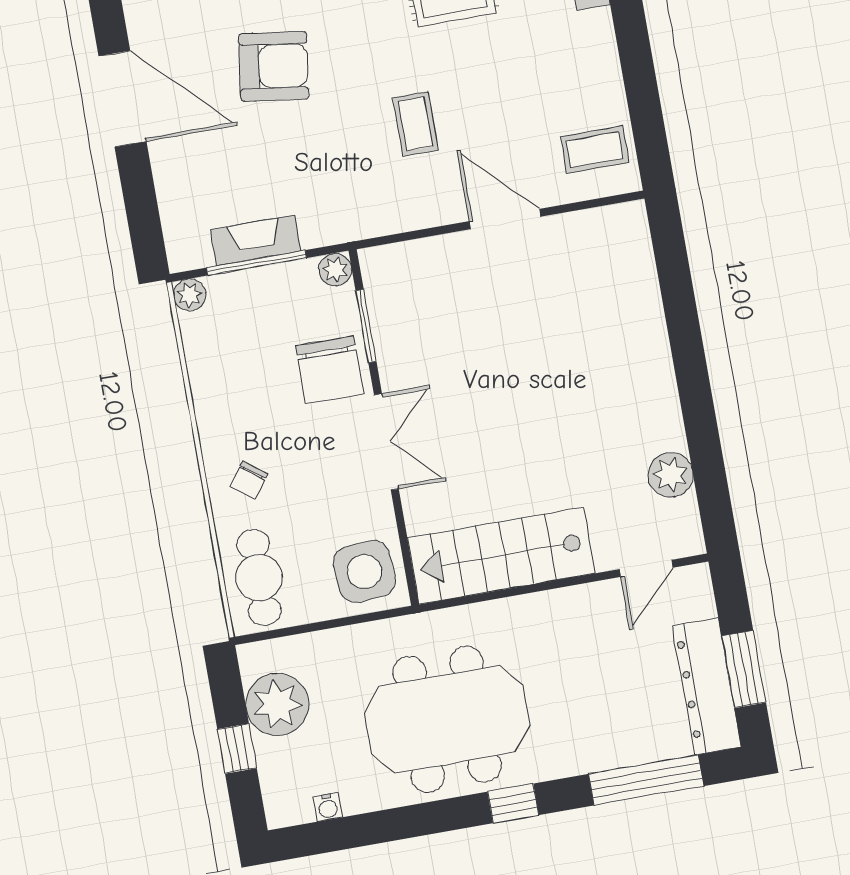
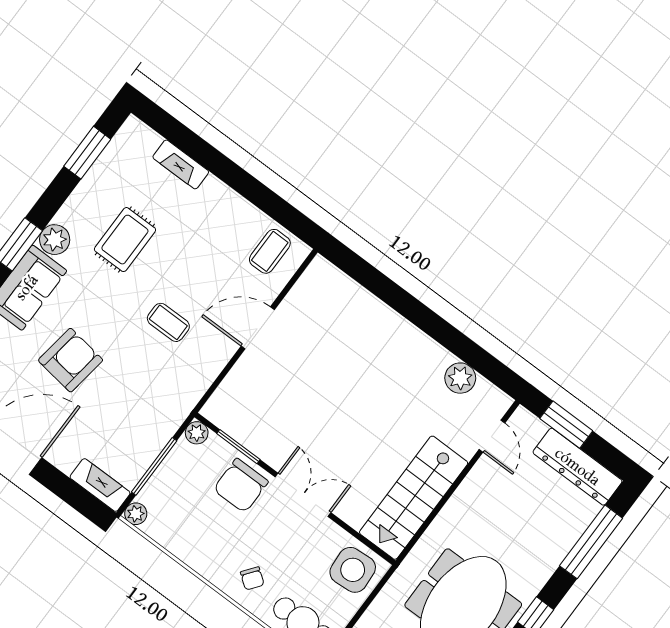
fireplace: (256, 240) -> (100, 485), moved, turned 90
chair: (330, 370) -> (241, 486), turned 90
window: (744, 669) -> (566, 425), moved

